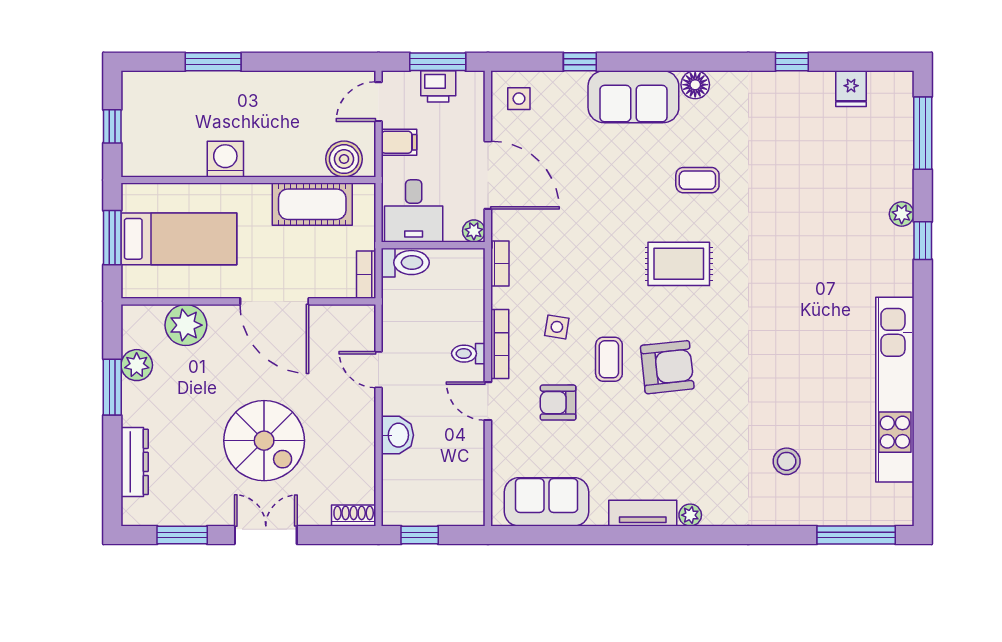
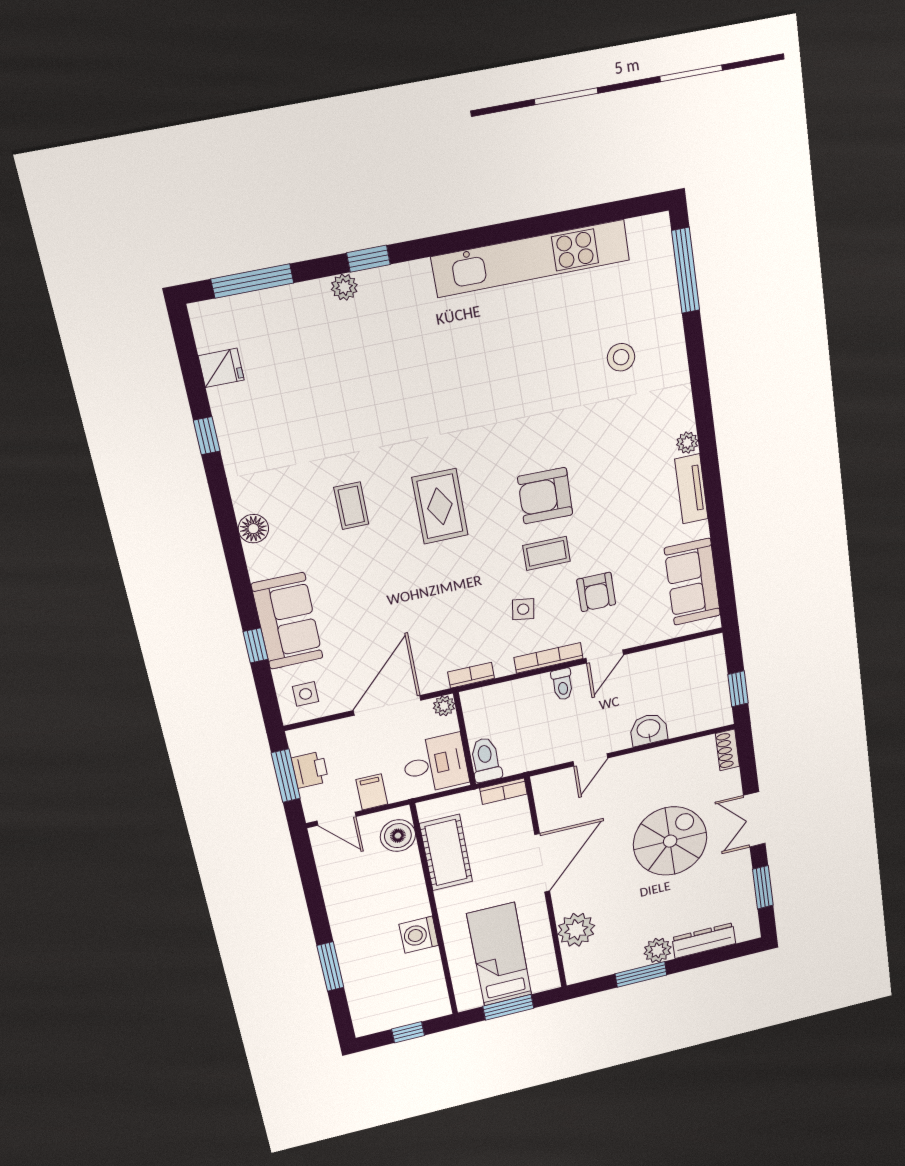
sofa: (633, 97) -> (287, 621), moved
plant: (137, 365) -> (658, 950), moved
armchair: (667, 367) -> (545, 496), turned -83

